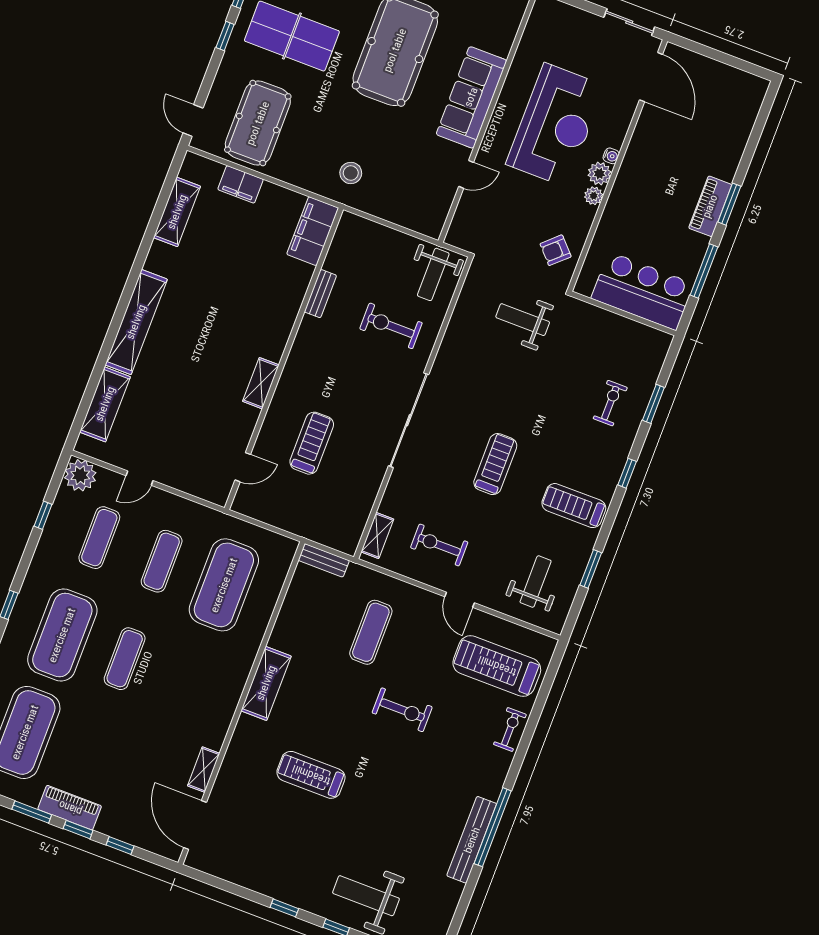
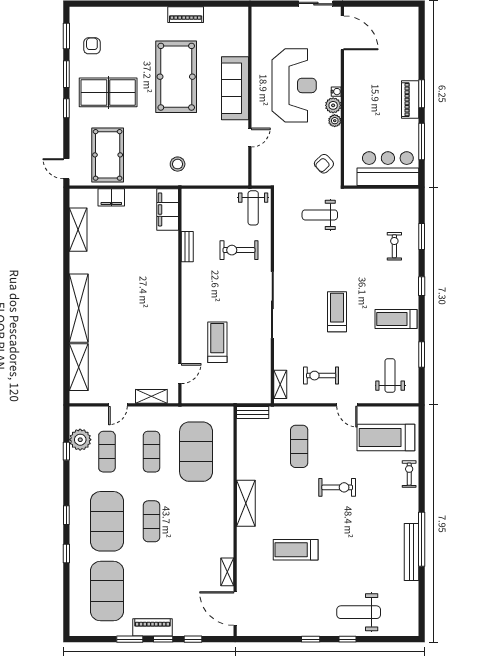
shelving: (261, 383) -> (151, 396), moved, turned 90
plant: (80, 475) -> (80, 440), moved

